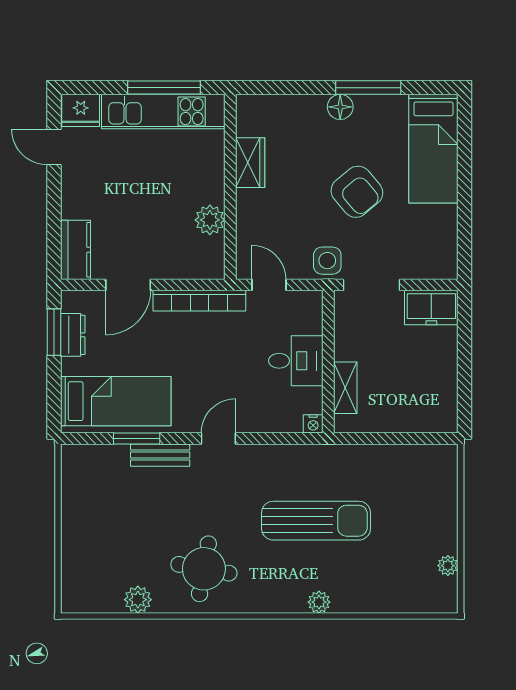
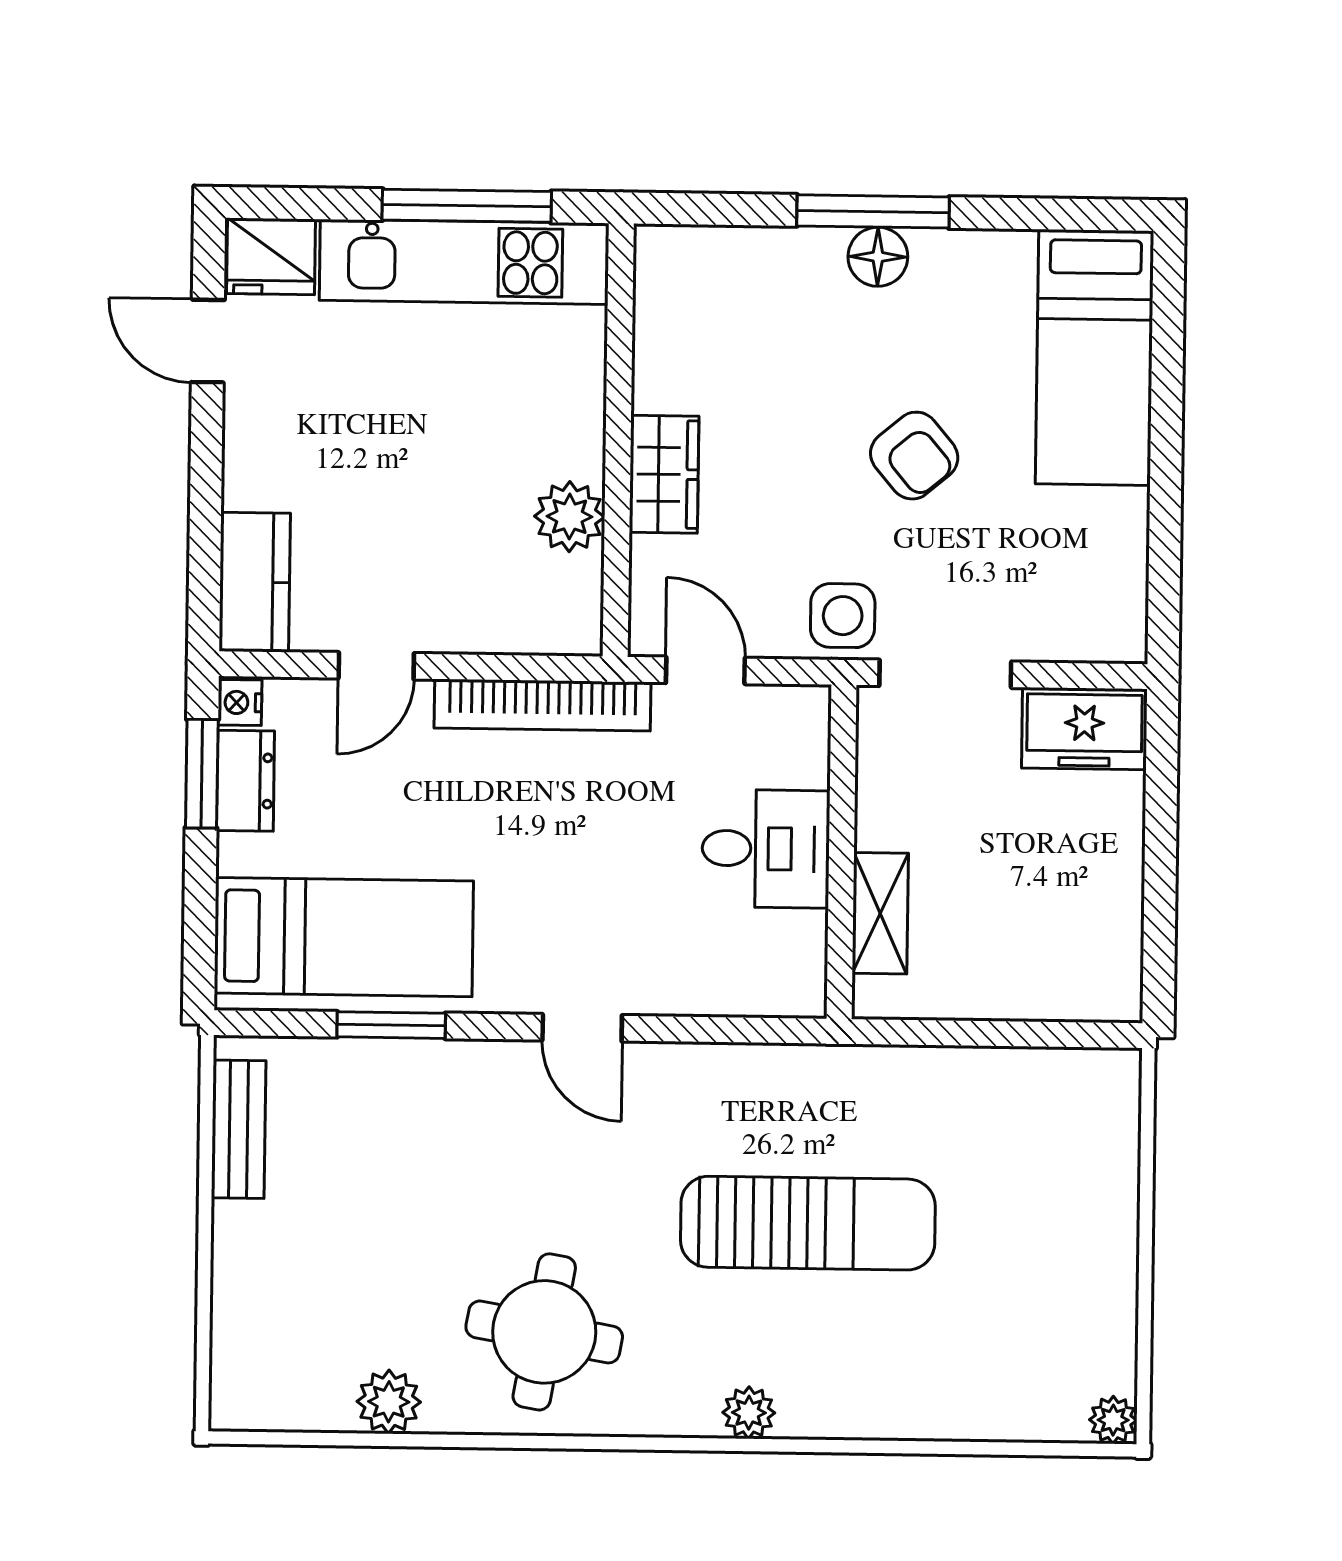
window: (368, 88) -> (873, 211), moved
wardrobe: (250, 163) -> (664, 474), moved
armchair: (357, 192) -> (914, 456), width x0.72, depth x0.72
door: (128, 285) -> (376, 666), width x0.73
nightstand: (313, 424) -> (240, 703), moved, turned 90
door: (218, 438) -> (582, 1028), swing flipped
bench: (160, 455) -> (239, 1129), moved, turned 90
plant: (448, 566) -> (1113, 1420), moved
plant: (319, 602) -> (749, 1413), moved

